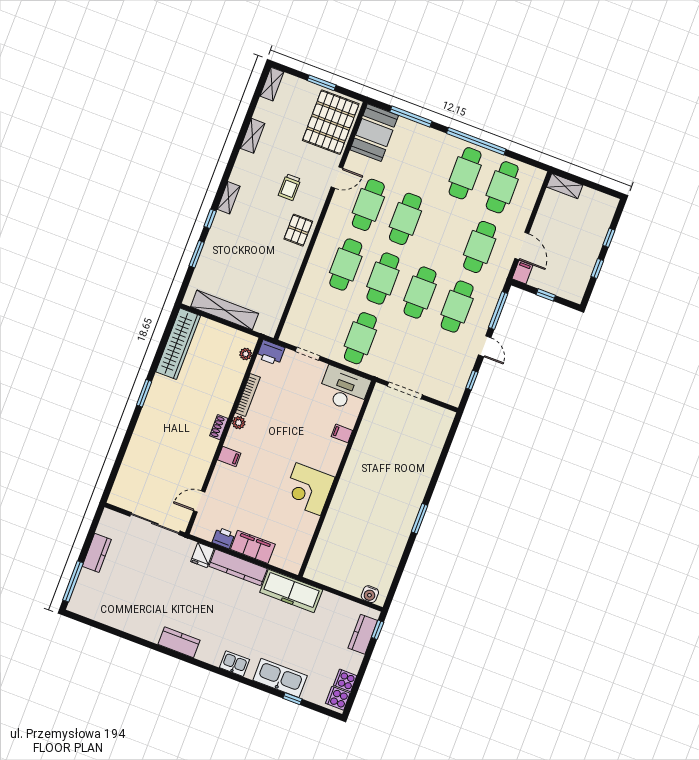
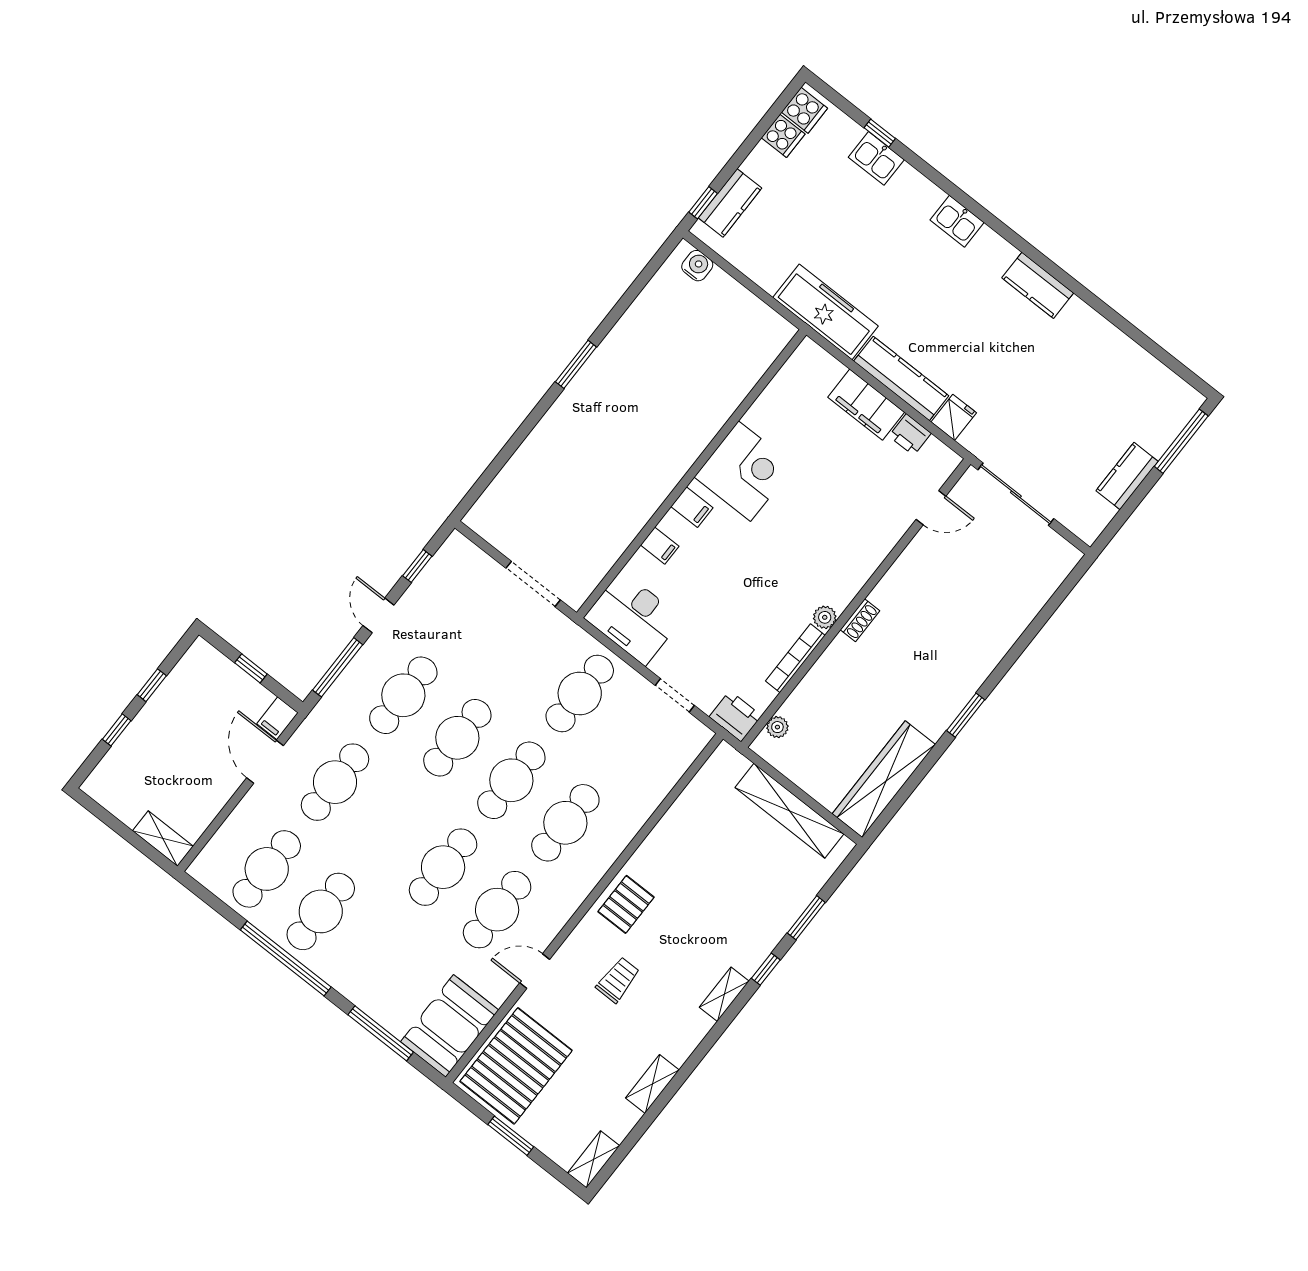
filing cabinet: (229, 456) -> (692, 507), moved, turned 180
kitchen sink: (280, 678) -> (876, 158), width x0.53, depth x0.81

